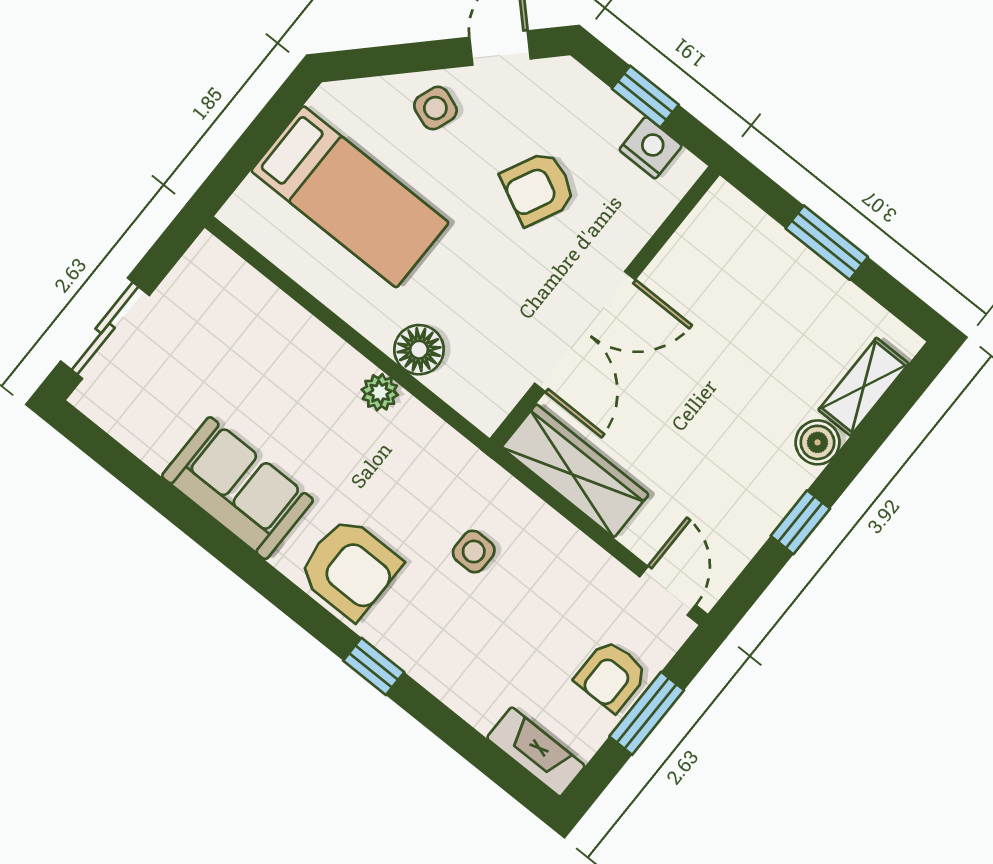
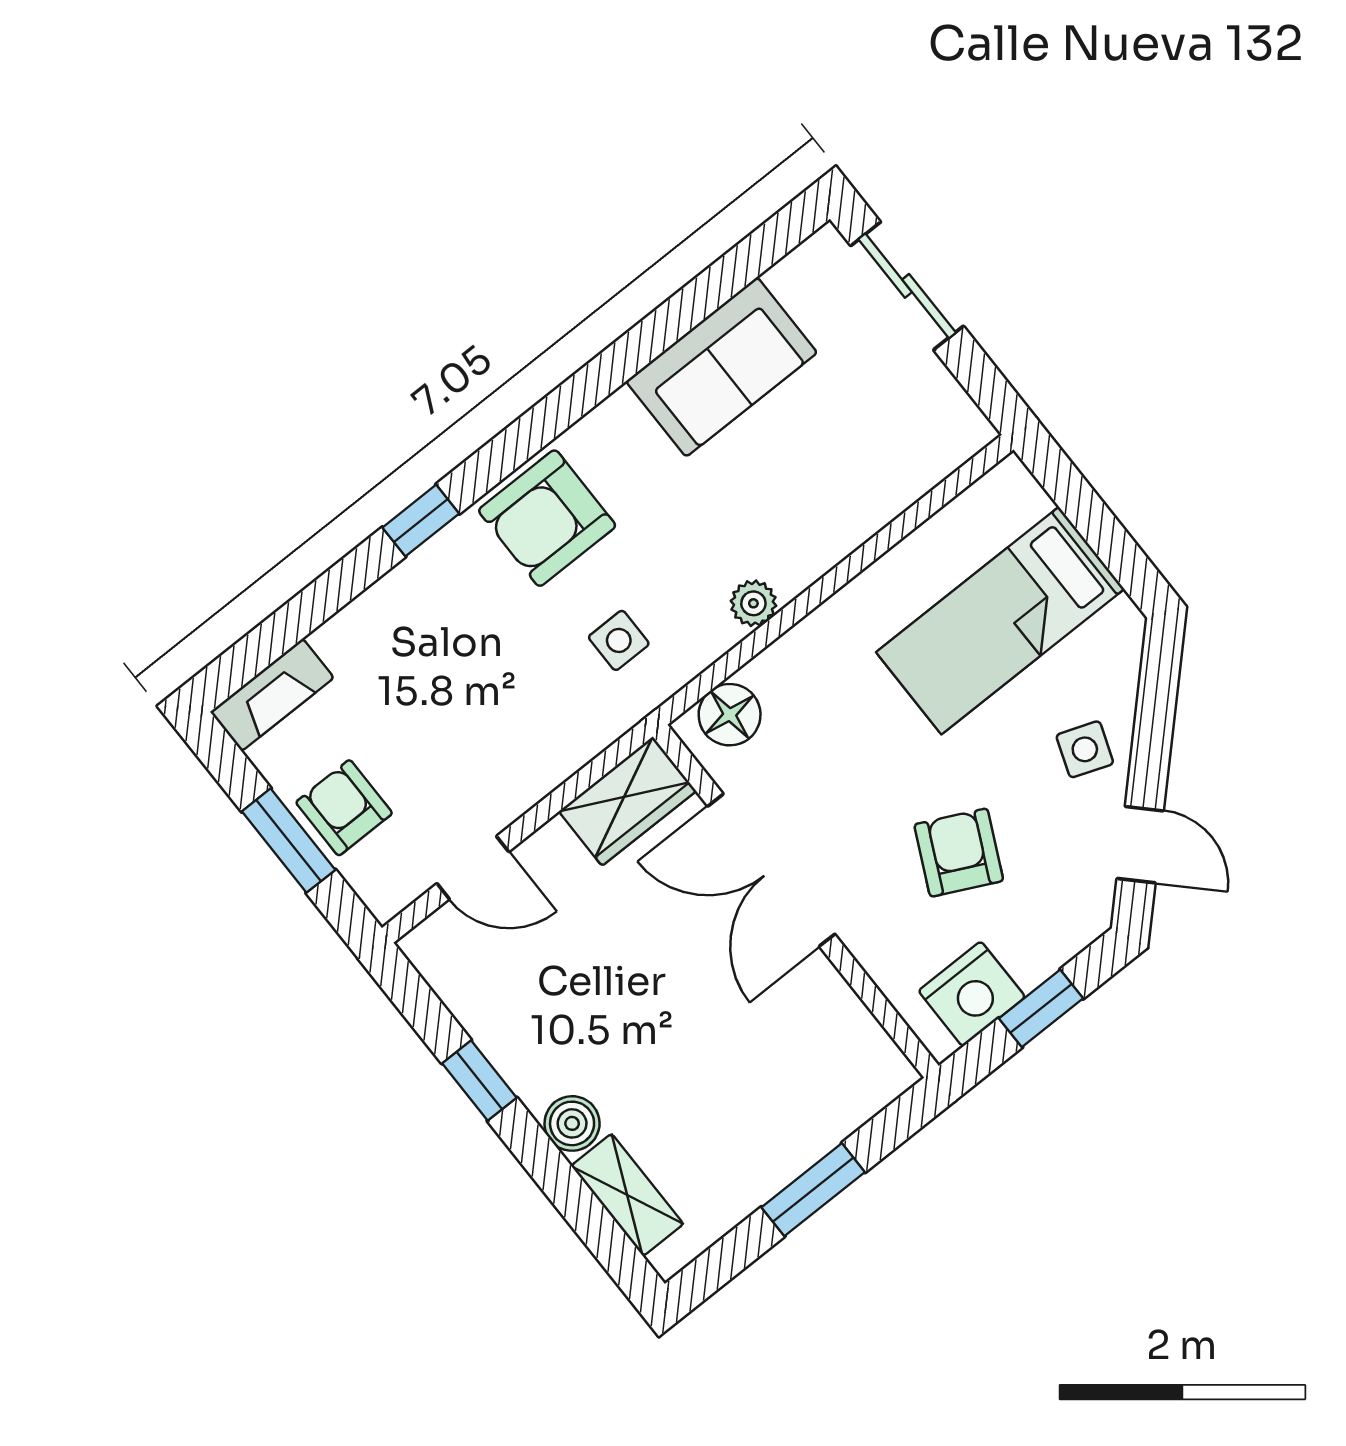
nightstand: (651, 148) -> (972, 994), width x1.36, depth x1.33
floor lamp: (419, 350) -> (730, 715), moved
wardrobe: (575, 471) -> (628, 801), width x0.67
sofa: (238, 488) -> (722, 367), moved
side table: (474, 552) -> (619, 640), moved
door: (668, 591) -> (473, 868), moved

